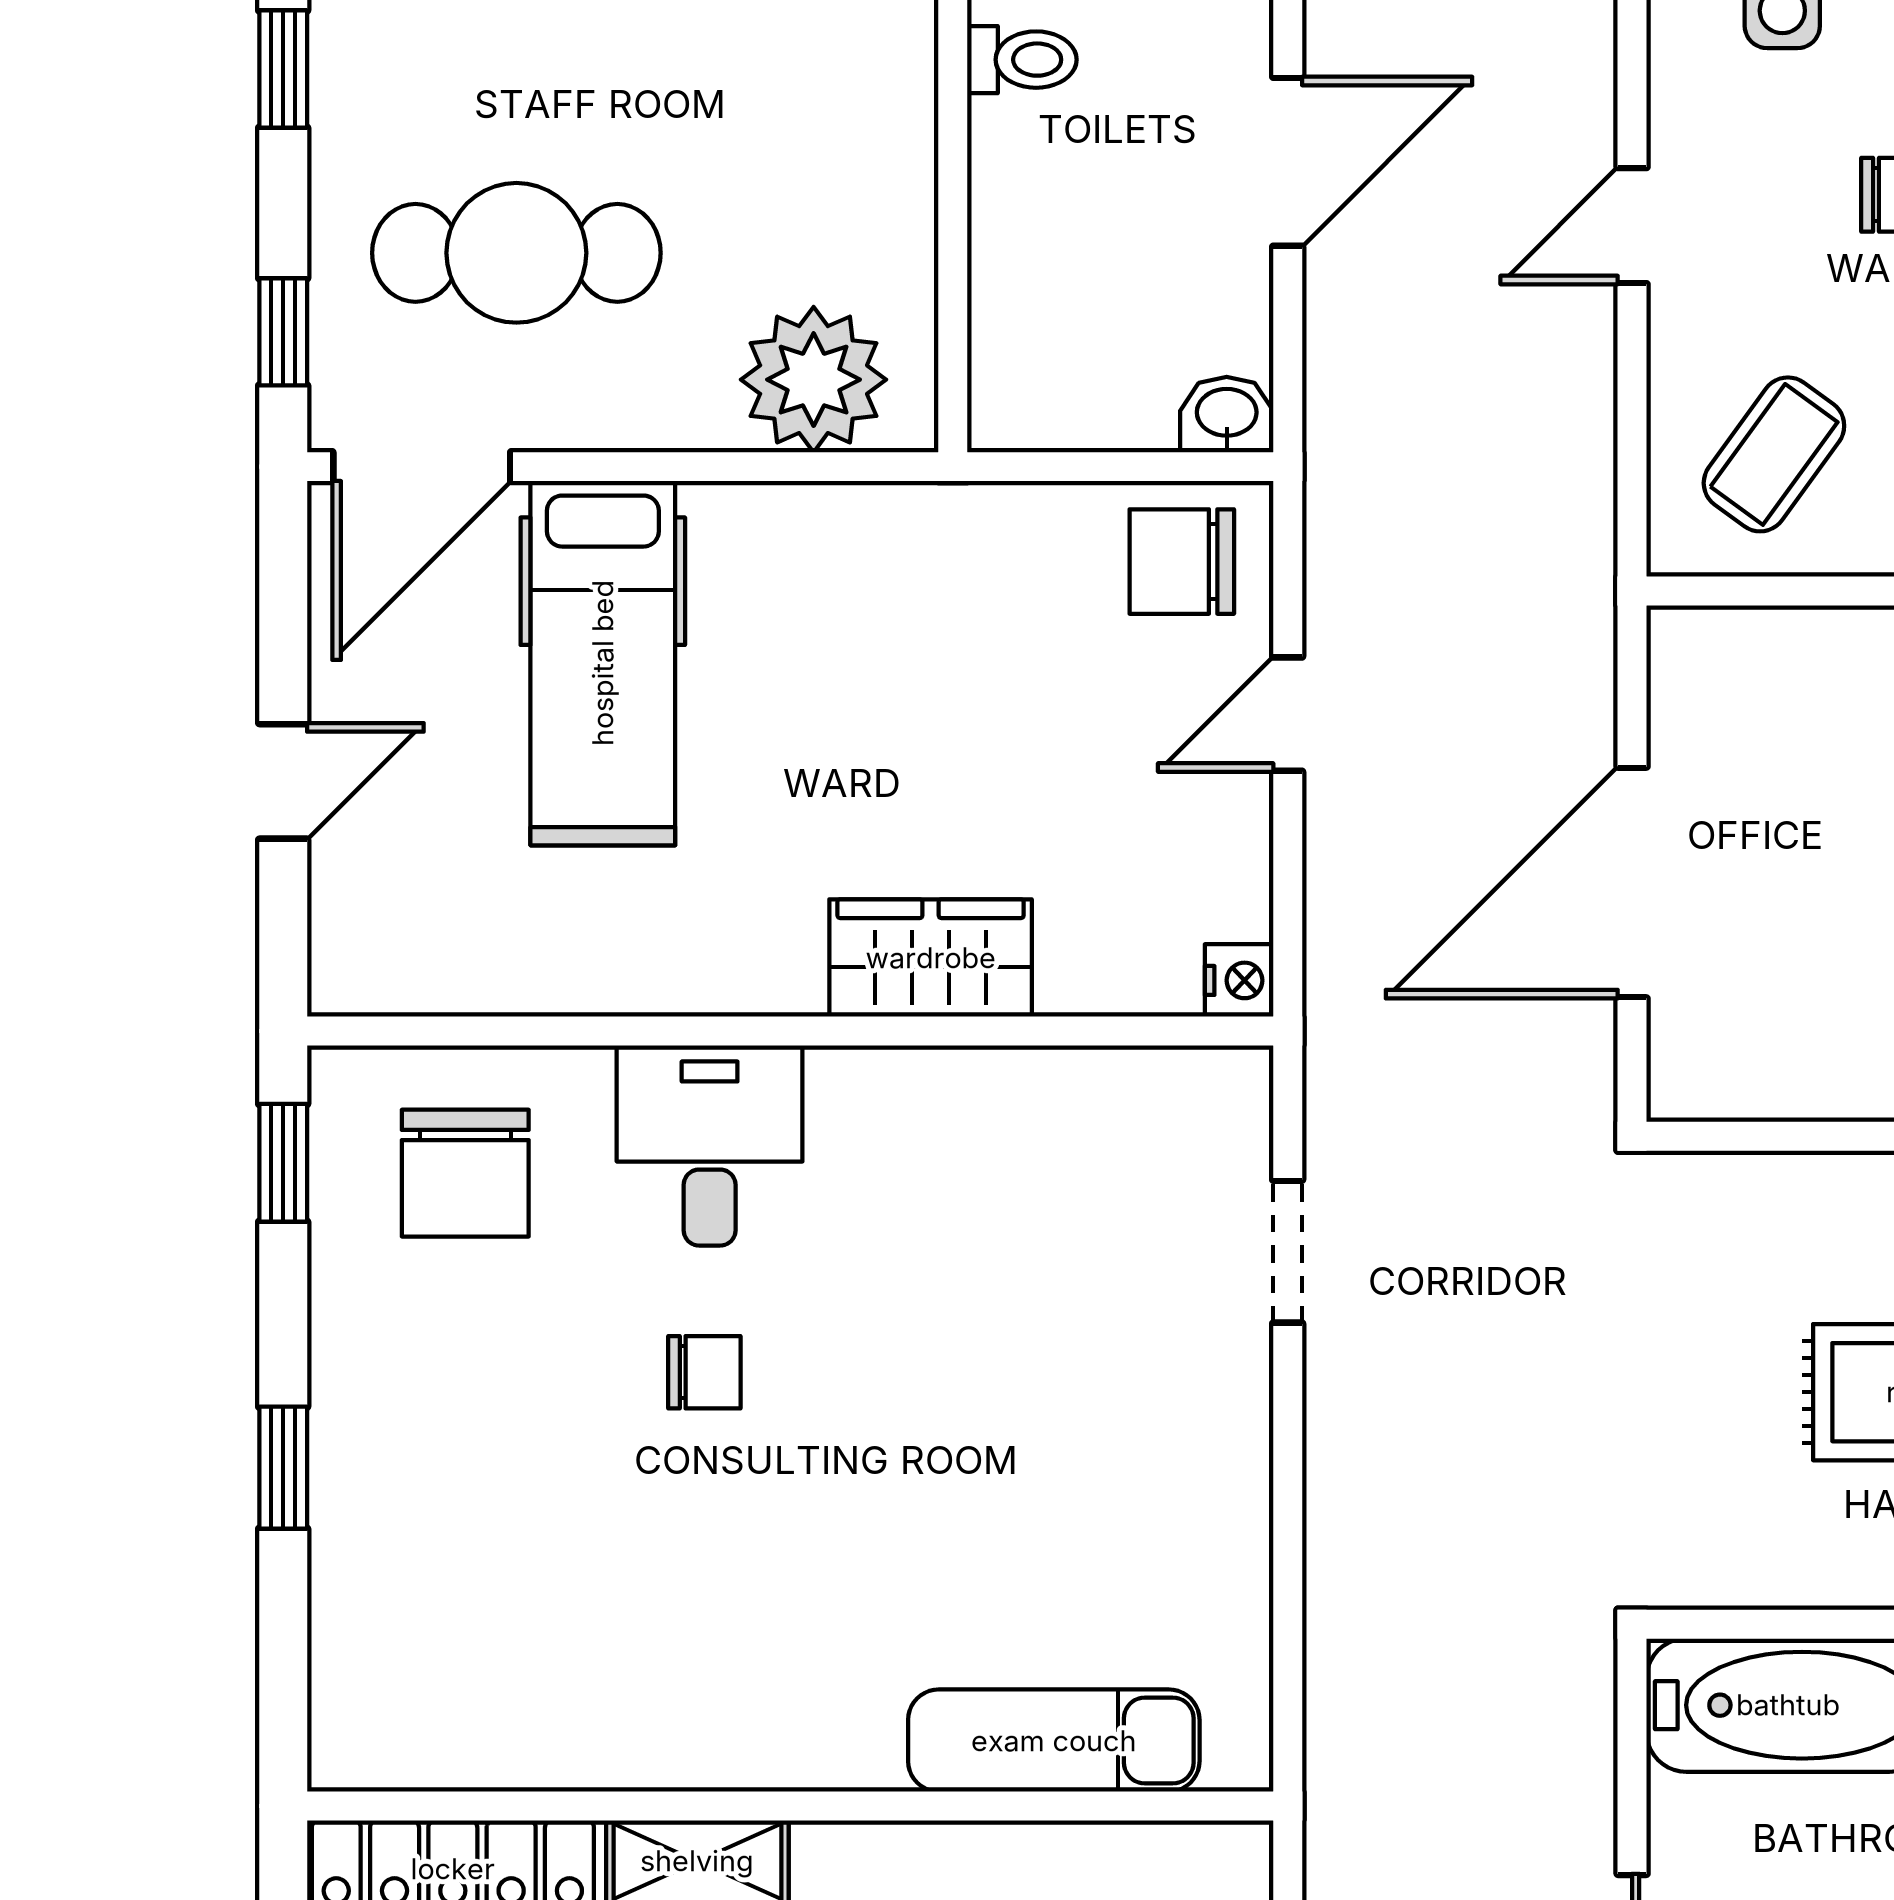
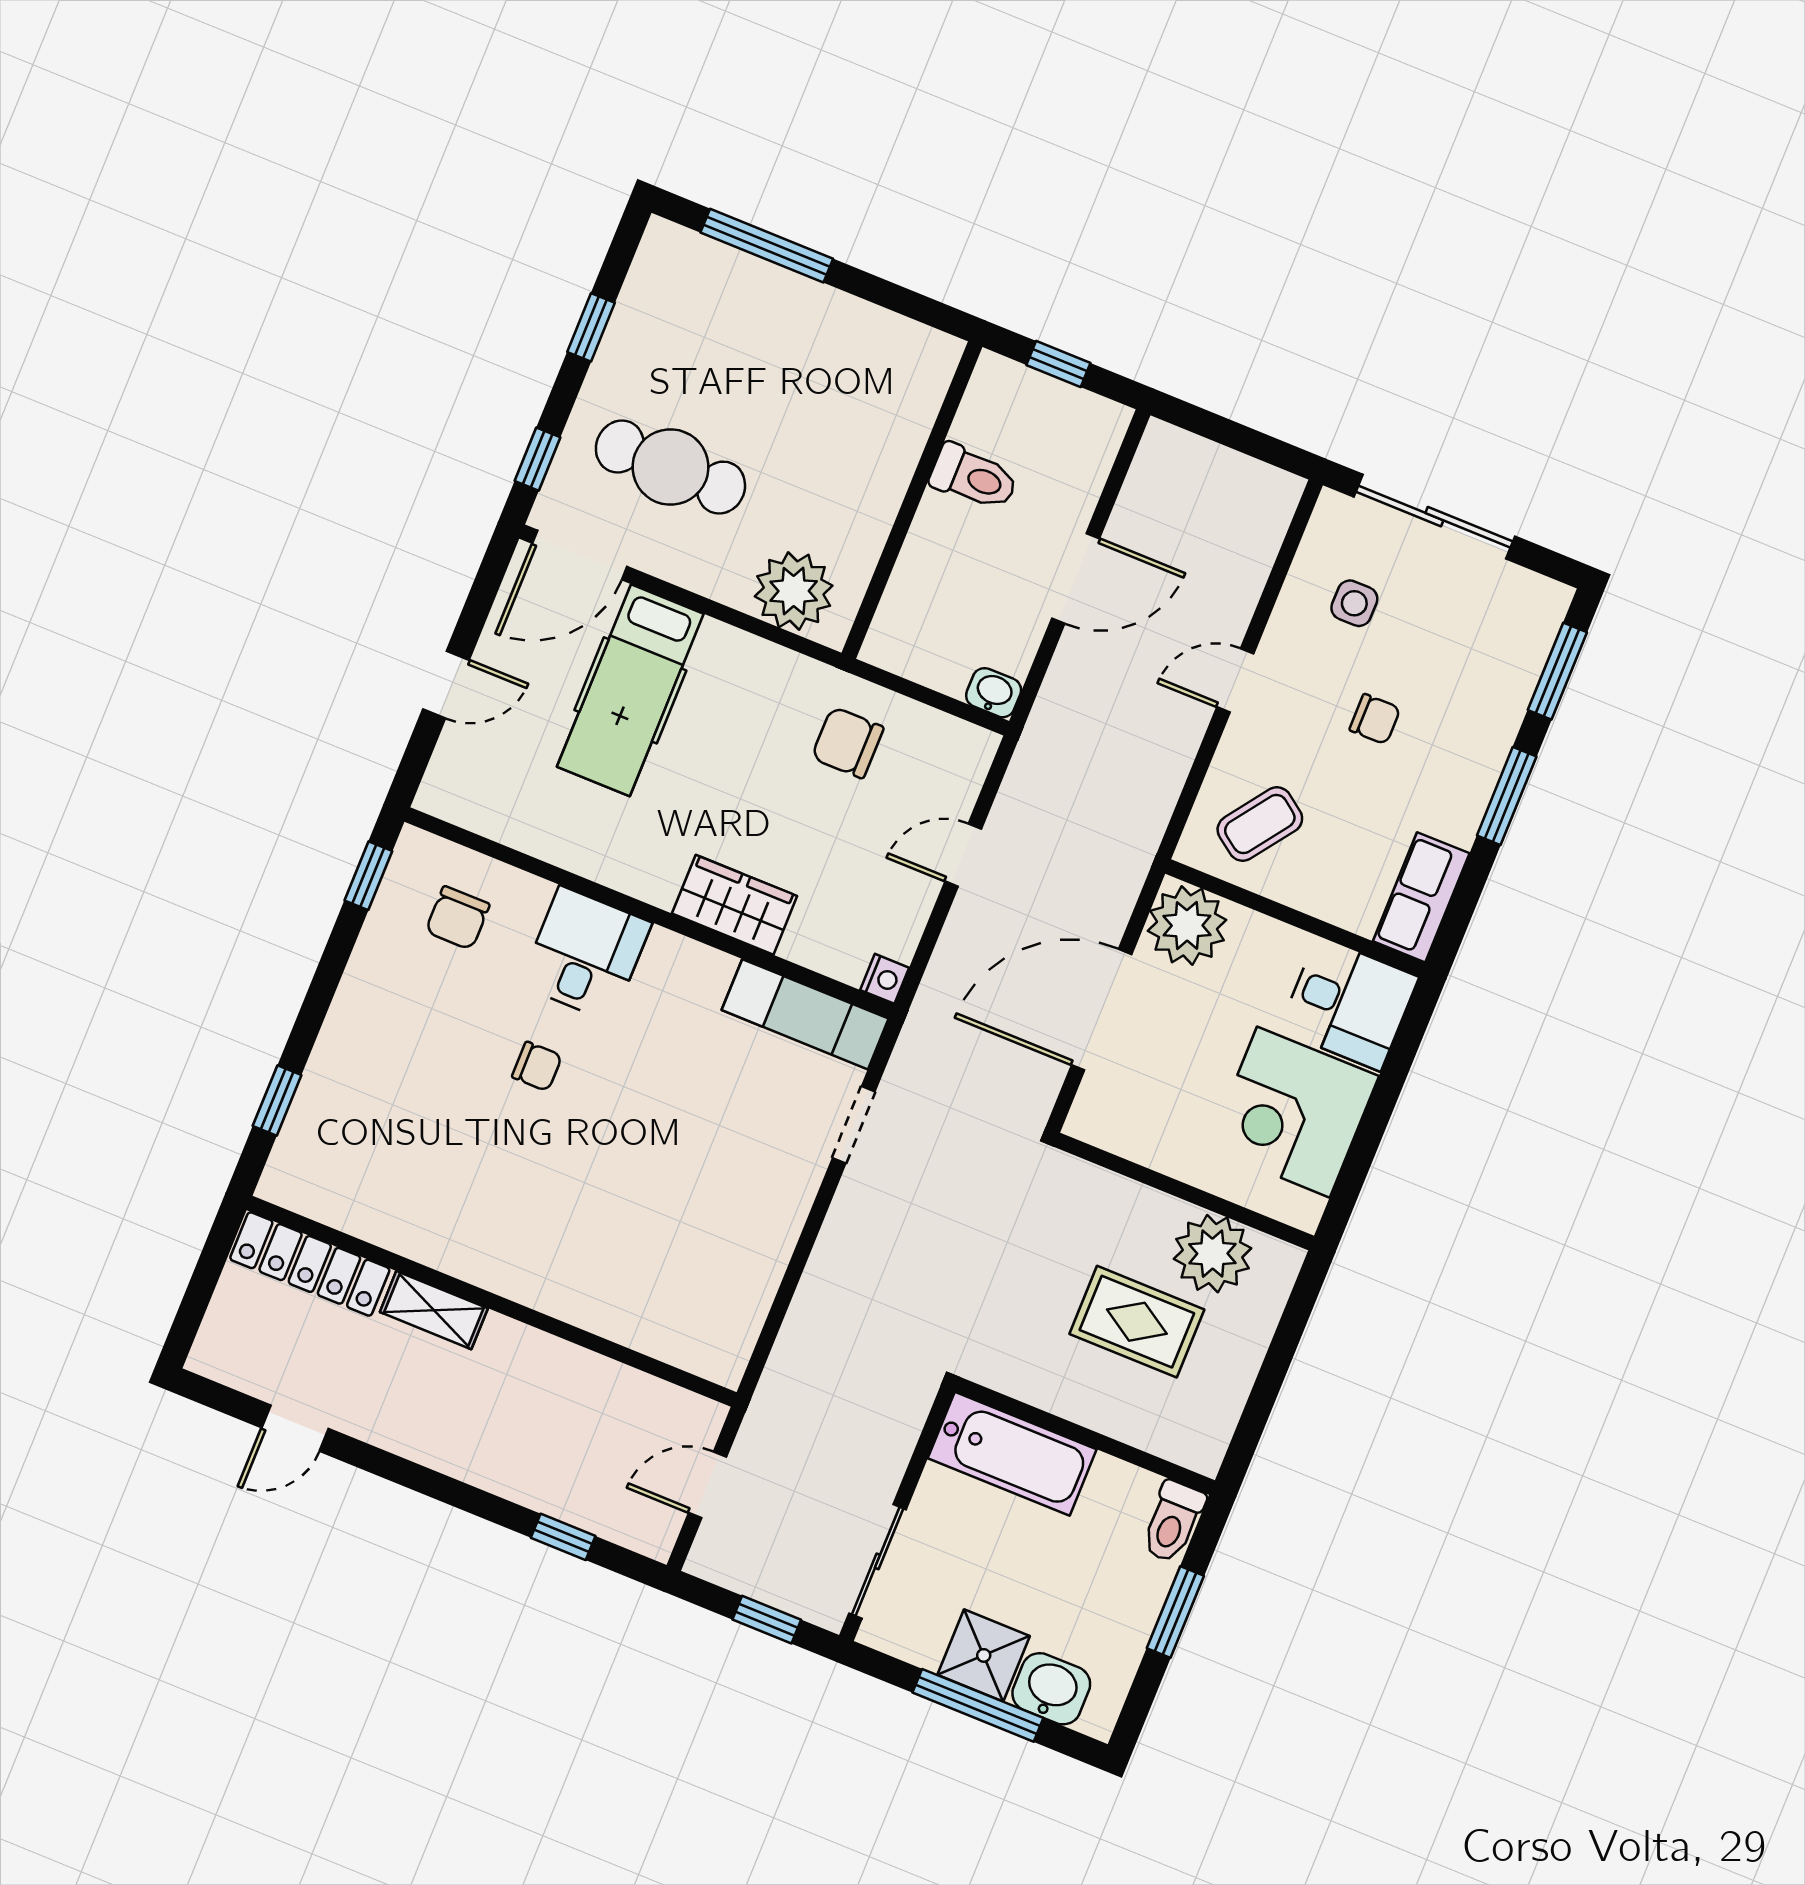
toilet: (1022, 60) -> (974, 477), width x1.37, depth x1.39
chair: (1182, 562) -> (848, 743), moved
plant: (1720, 679) -> (1187, 925), added
chair: (465, 1173) -> (458, 918), width x0.73, depth x0.73
window: (283, 1468) -> (277, 1101), moved
exam couch: (1054, 1741) -> (805, 1014), moved, turned 180

